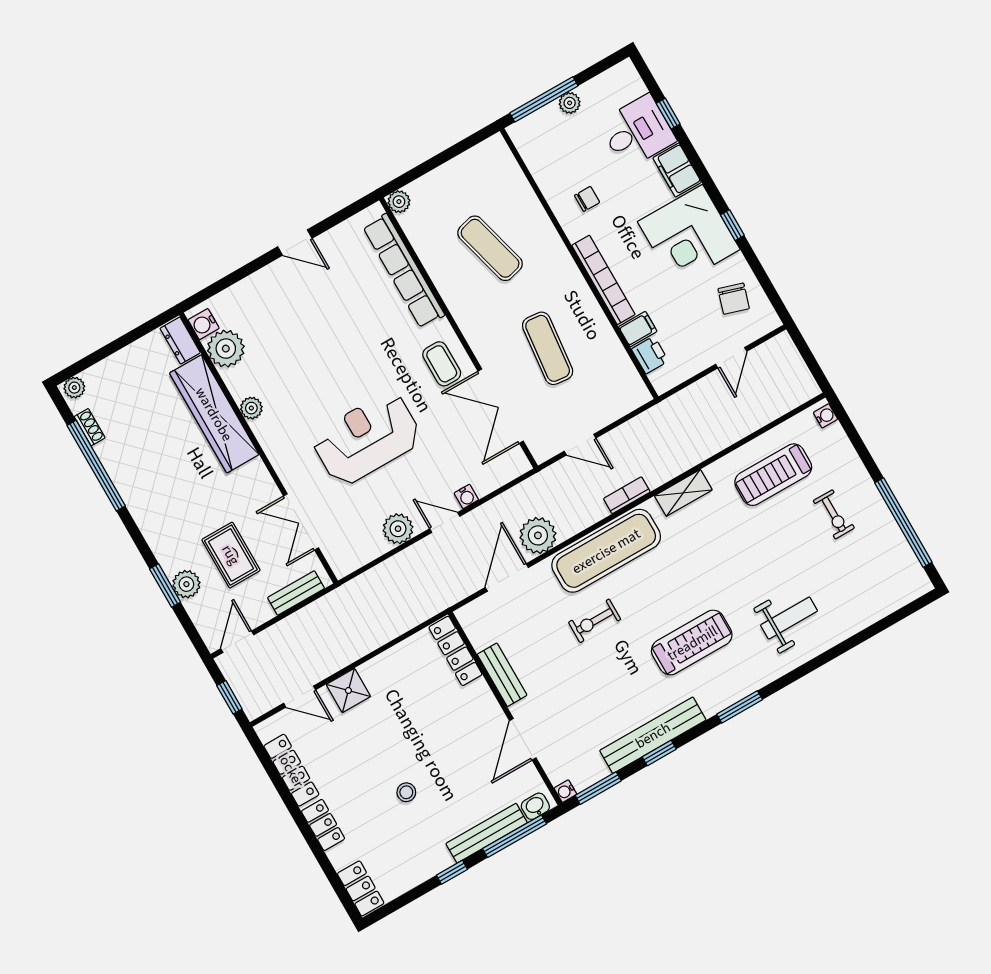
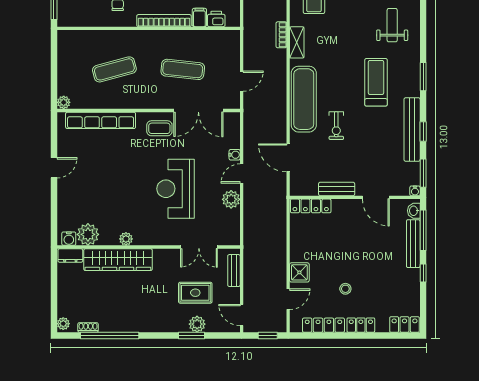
bookcase: (627, 495) -> (281, 35), moved
plant: (538, 535) -> (276, 130), removed
stool: (406, 792) -> (345, 289), moved

